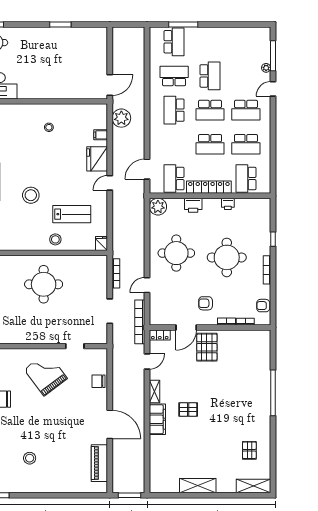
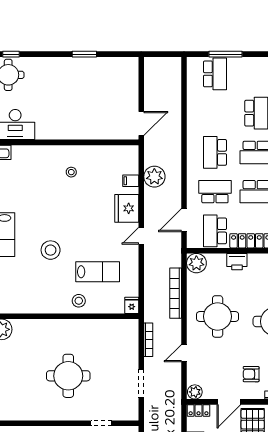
school desk: (174, 76) -> (215, 192), moved
plant: (121, 118) -> (154, 177), moved
round table: (44, 284) -> (68, 376), moved
plant: (157, 319) -> (195, 392), added
bookcase: (140, 322) -> (176, 293), moved

